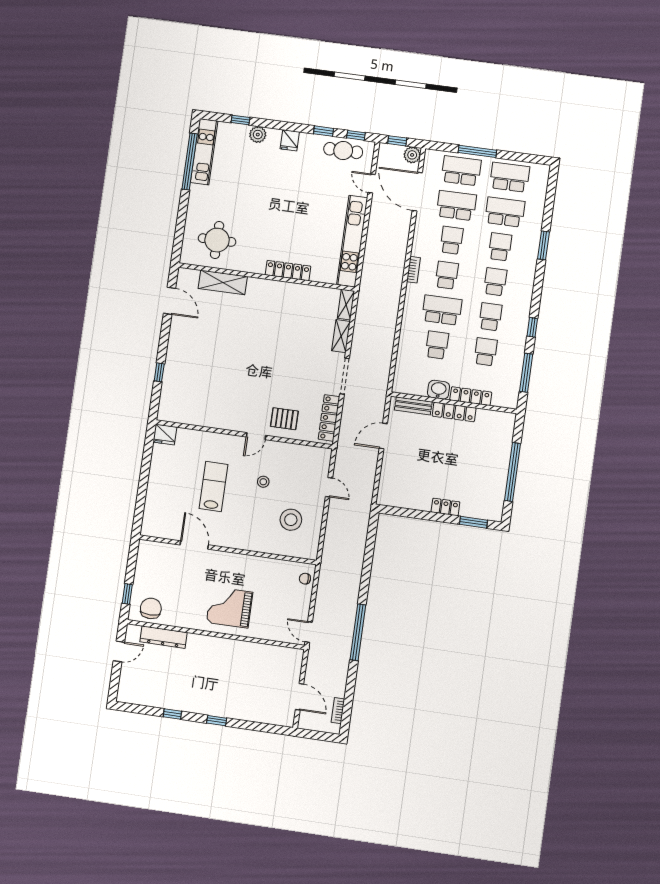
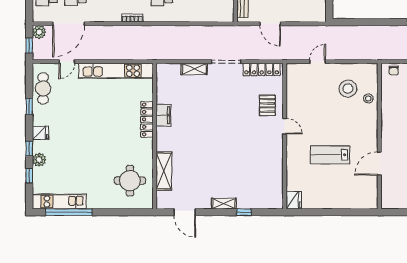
window: (356, 135) -> (29, 149), moved
filing cabinet: (290, 291) -> (163, 115), added
door: (170, 301) -> (185, 212), swing flipped
shelving: (346, 305) -> (224, 204), moved
stool: (263, 482) -> (368, 98), moved

